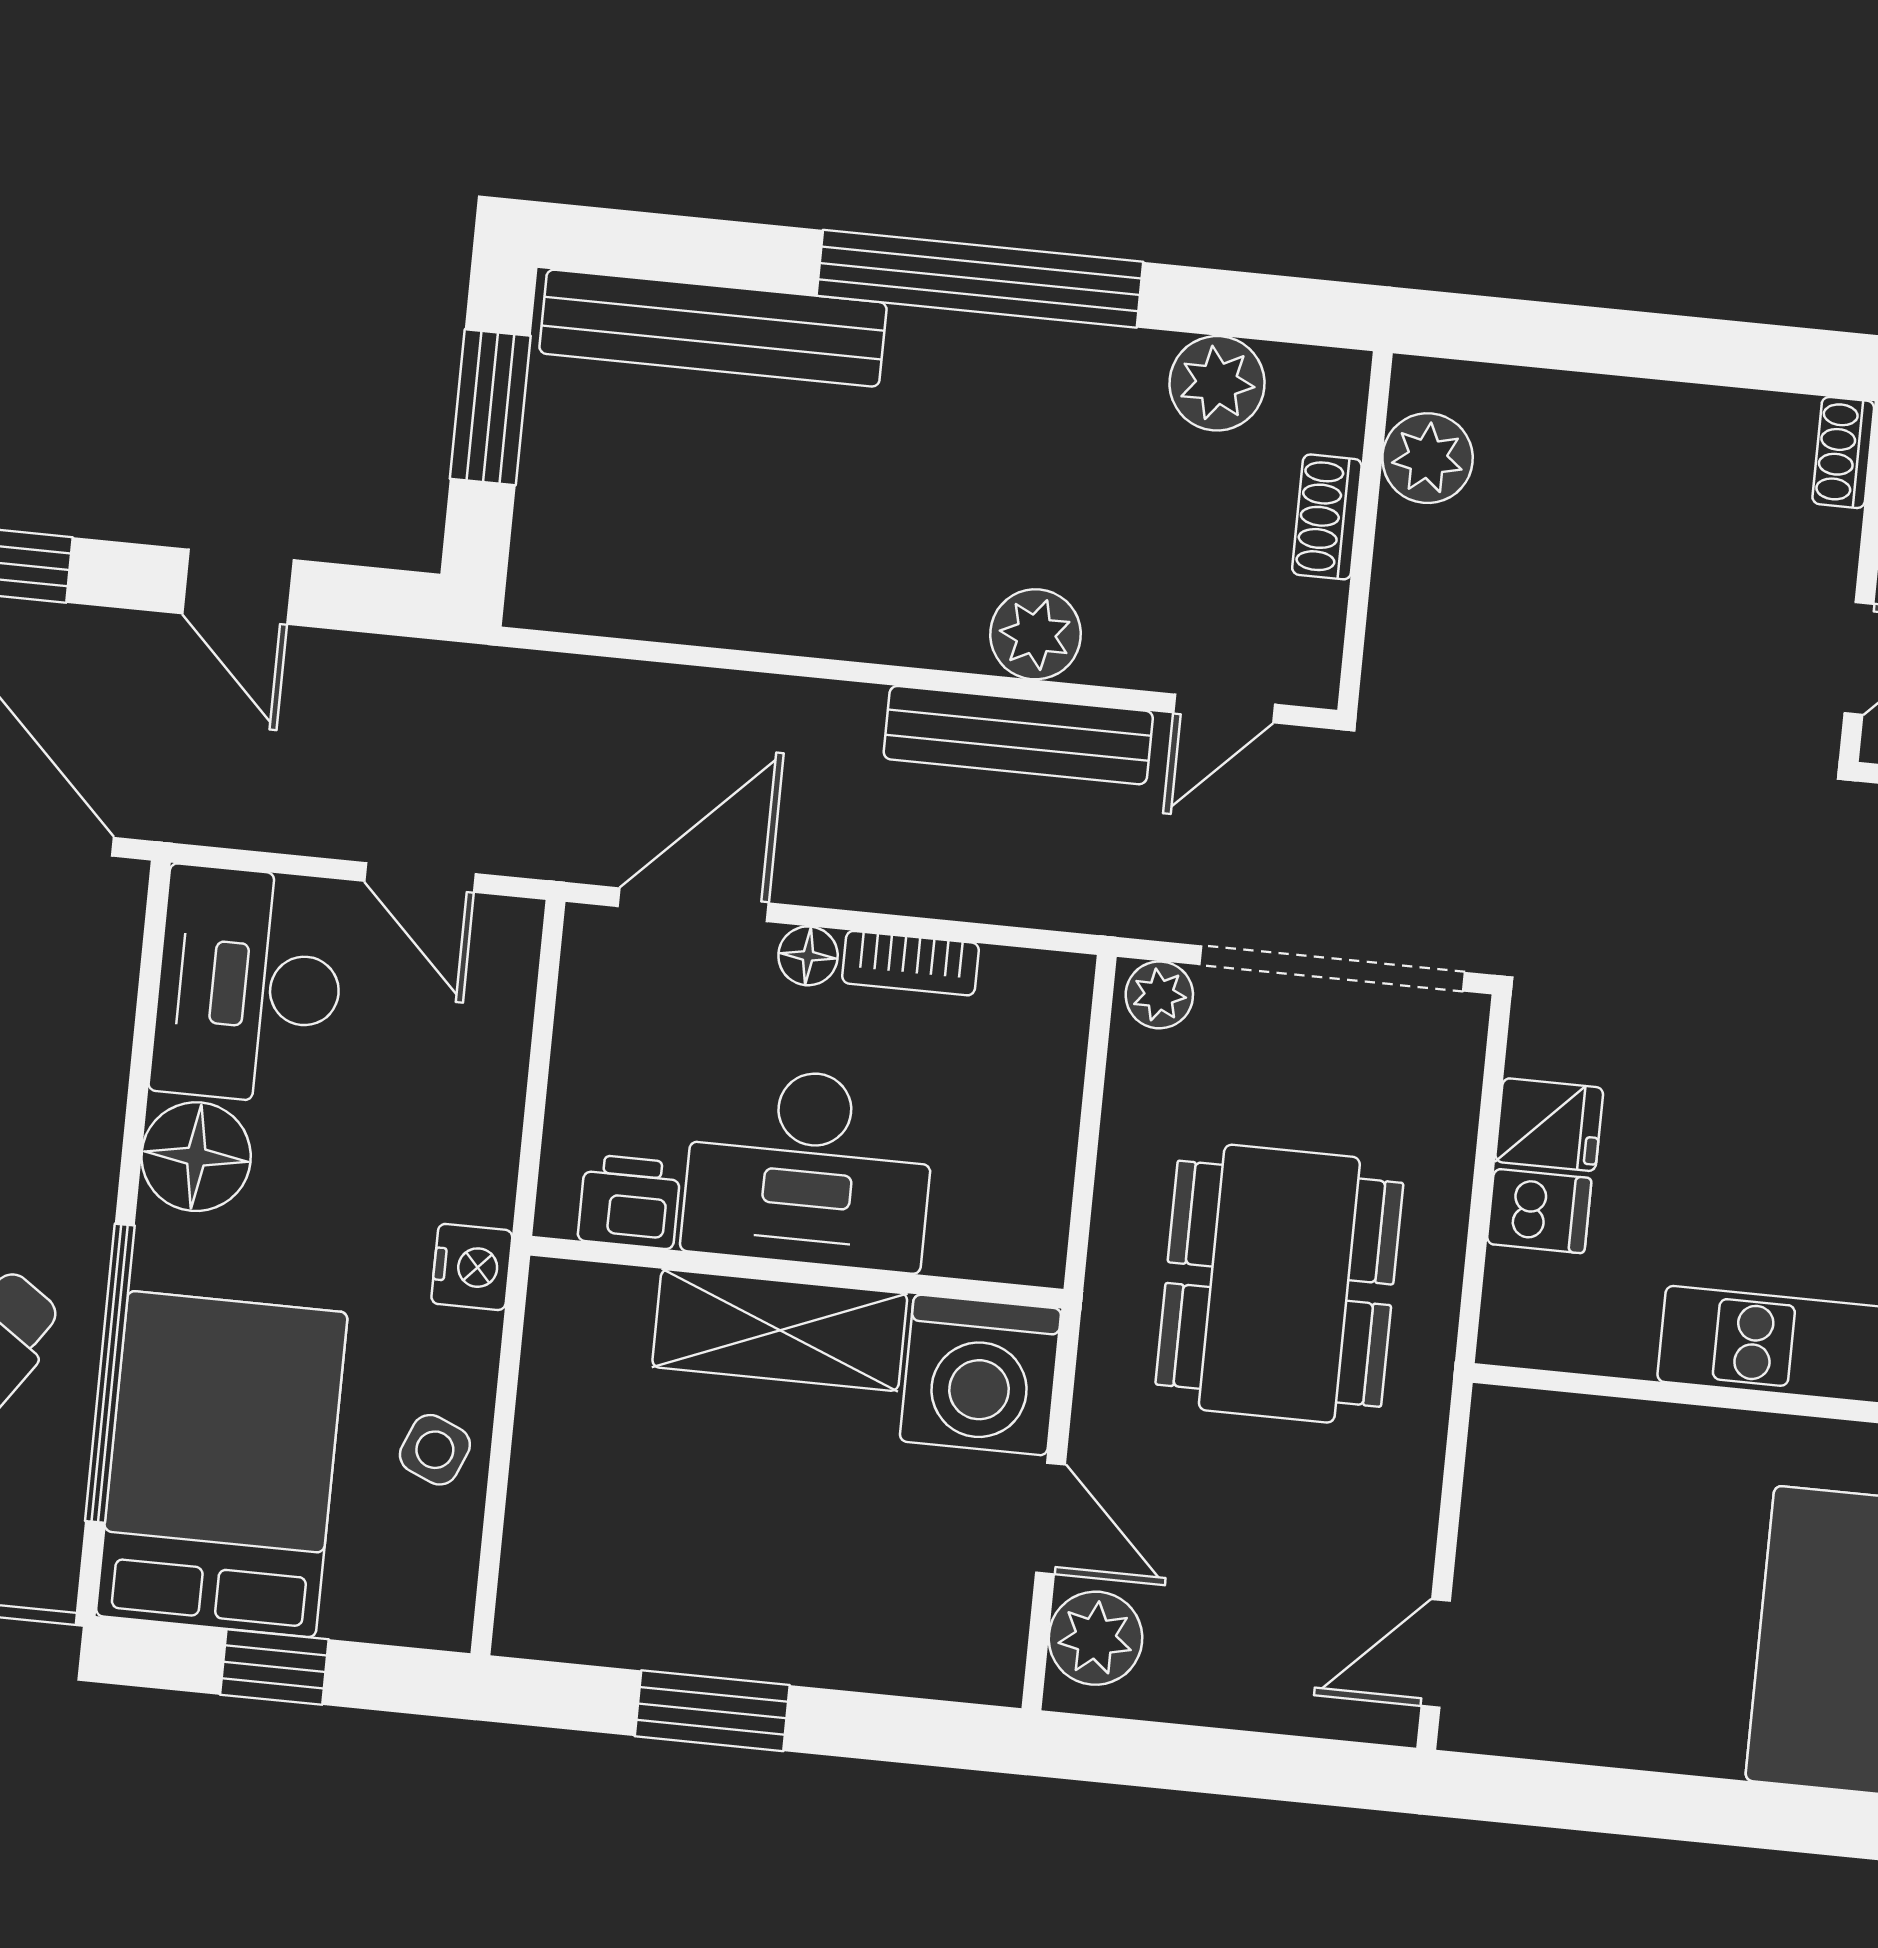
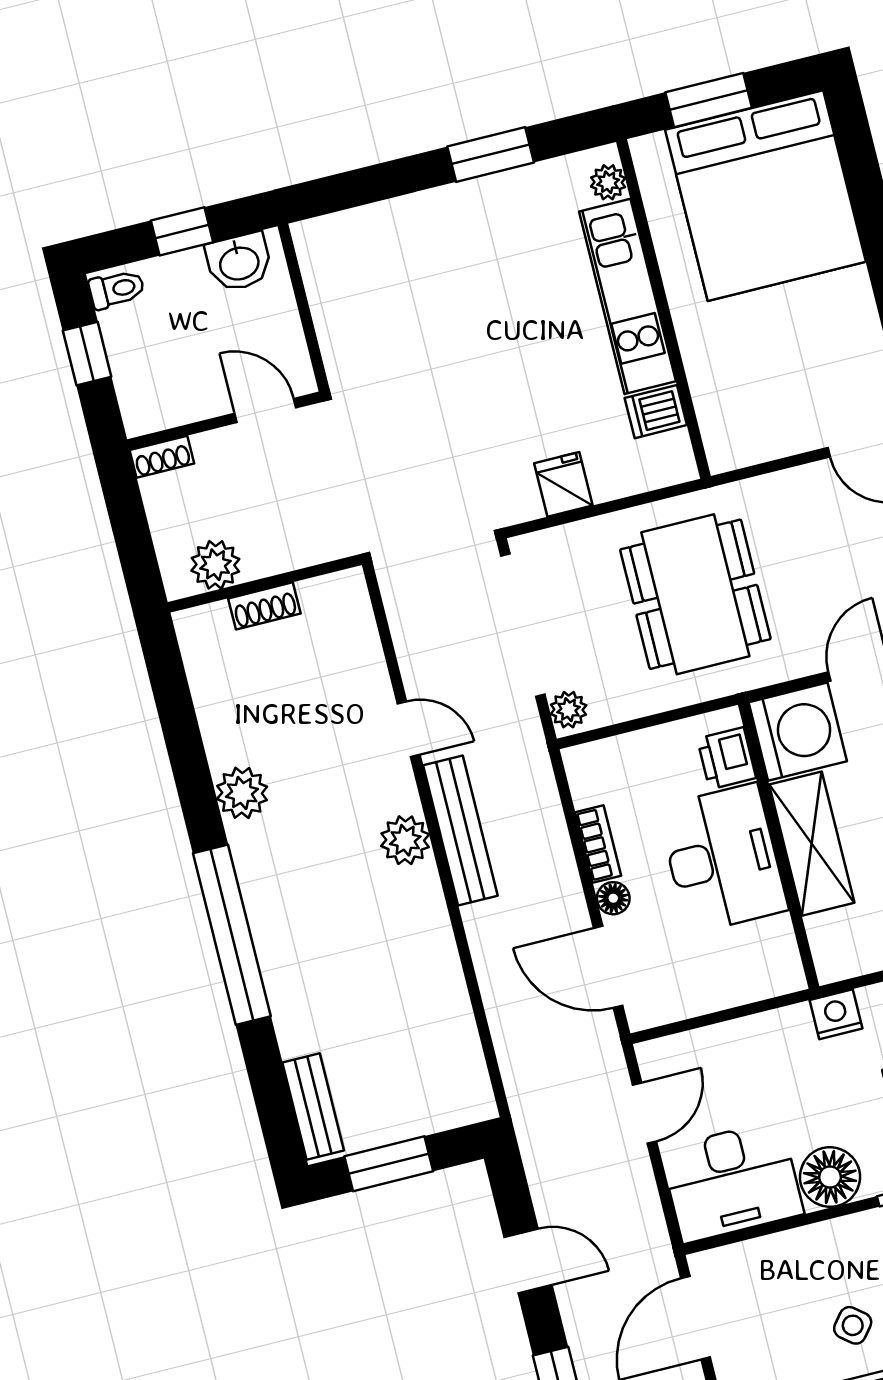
bench: (713, 328) -> (313, 1106), width x0.54, depth x0.82
plant: (1428, 458) -> (215, 565), moved
shoe rack: (1327, 517) -> (264, 606), moved
wall: (1365, 532) -> (265, 584), moved
door: (238, 587) -> (528, 1261), hinge flipped
printer: (629, 1202) -> (727, 758), moved
dishwasher: (1539, 1211) -> (656, 412), moved, turned -90
dining table: (1279, 1284) -> (695, 594), turned 90

